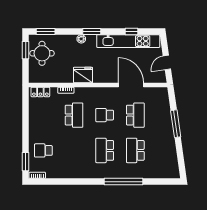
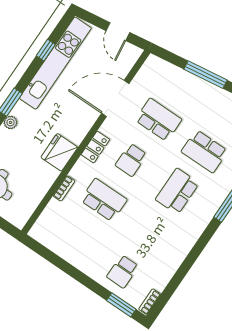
locker: (40, 92) -> (95, 147), moved
school desk: (105, 150) -> (177, 191), turned 90

